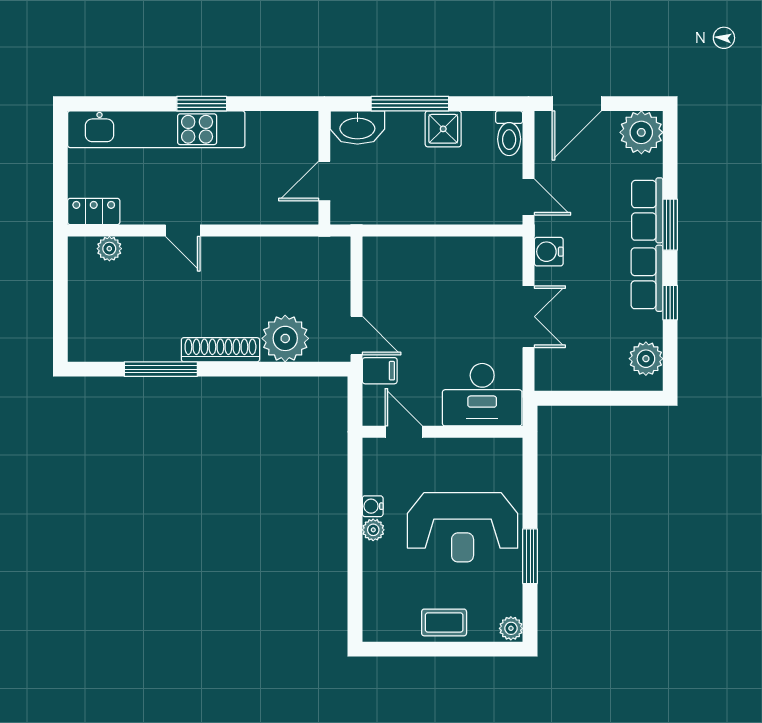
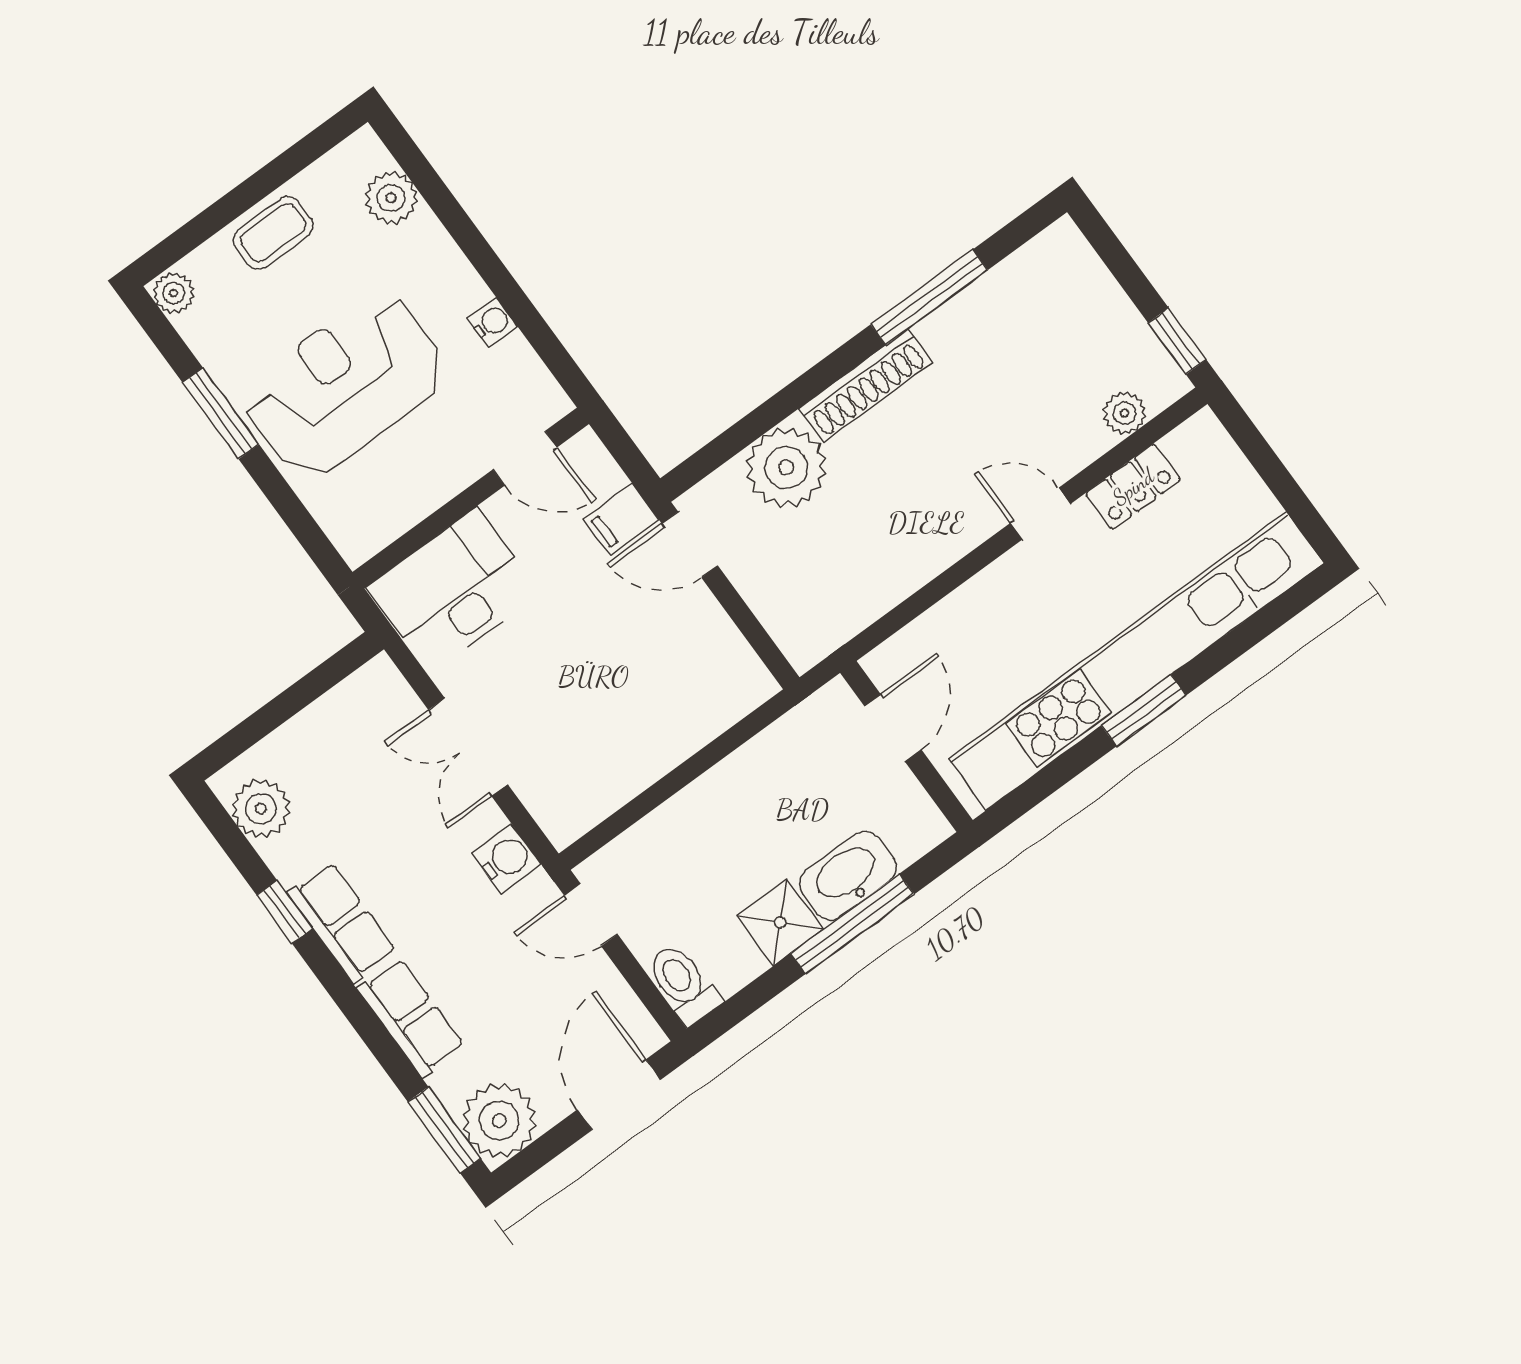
washbasin: (357, 128) -> (848, 876), moved
kitchen unit: (156, 129) -> (1136, 661), width x1.36
locker: (94, 212) -> (1133, 487), moved
window: (670, 225) -> (444, 1130), moved
window: (60, 264) -> (1177, 341), added
plant: (373, 530) -> (391, 198), moved, width x1.38, depth x1.38

